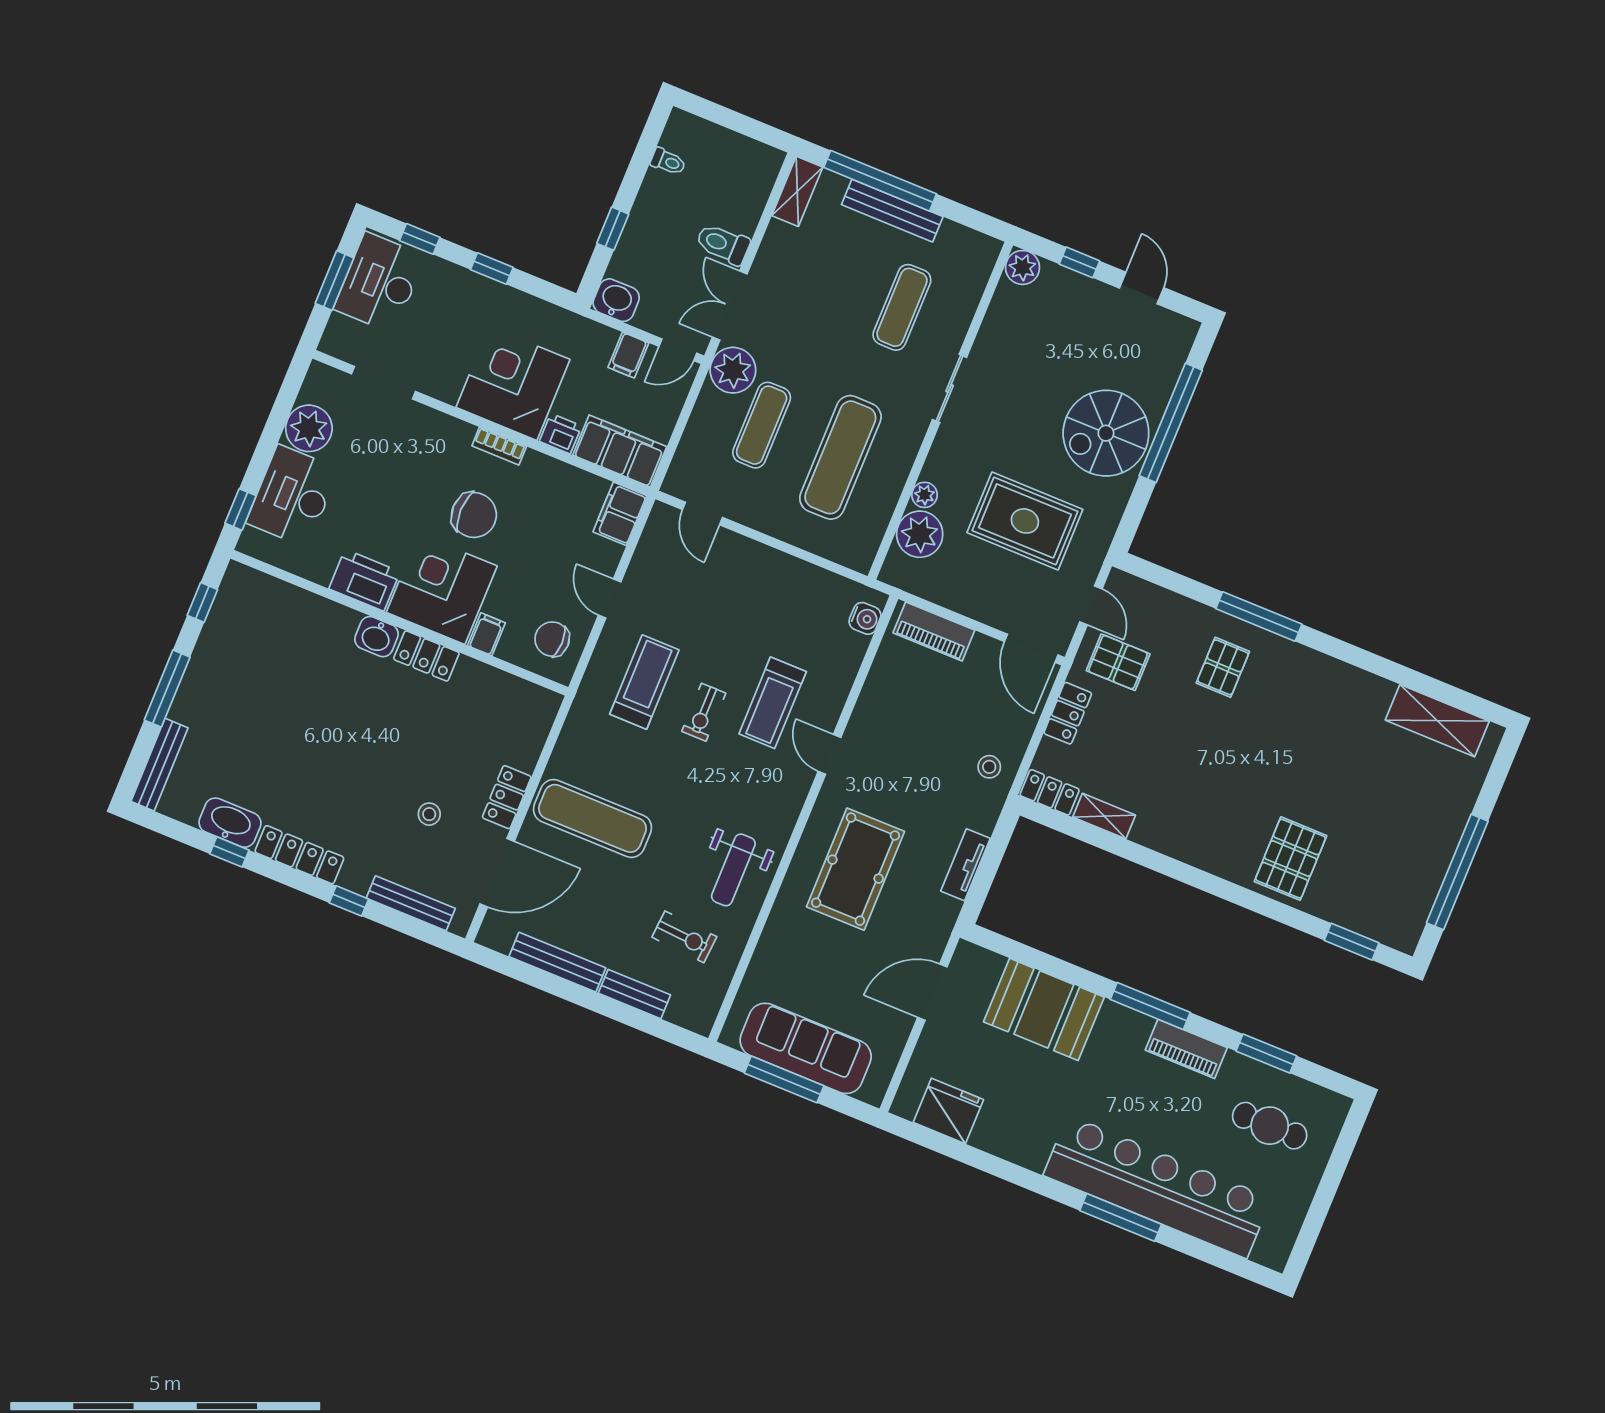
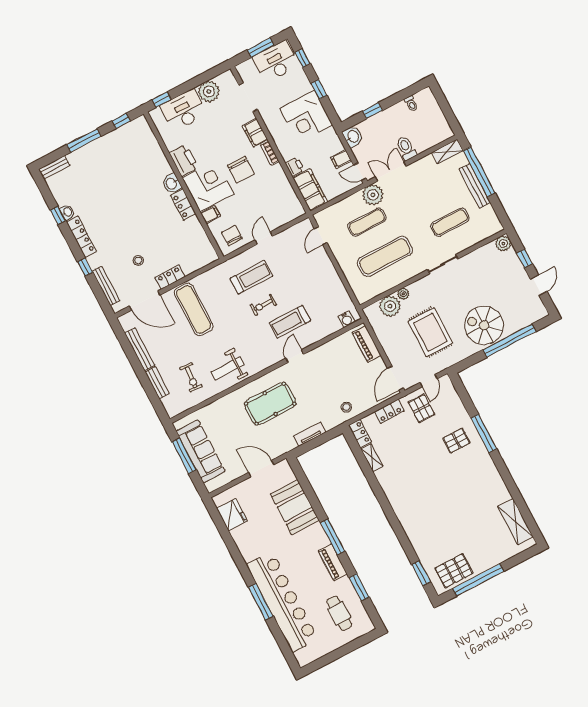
corner desk: (513, 383) -> (306, 117), moved, turned 180
filing cabinet: (620, 514) -> (255, 133), moved, turned -90
bench: (159, 765) -> (54, 167), width x0.73
washbasin: (230, 823) -> (67, 212), width x0.52, depth x0.69
pallet: (1291, 859) -> (454, 571), moved

